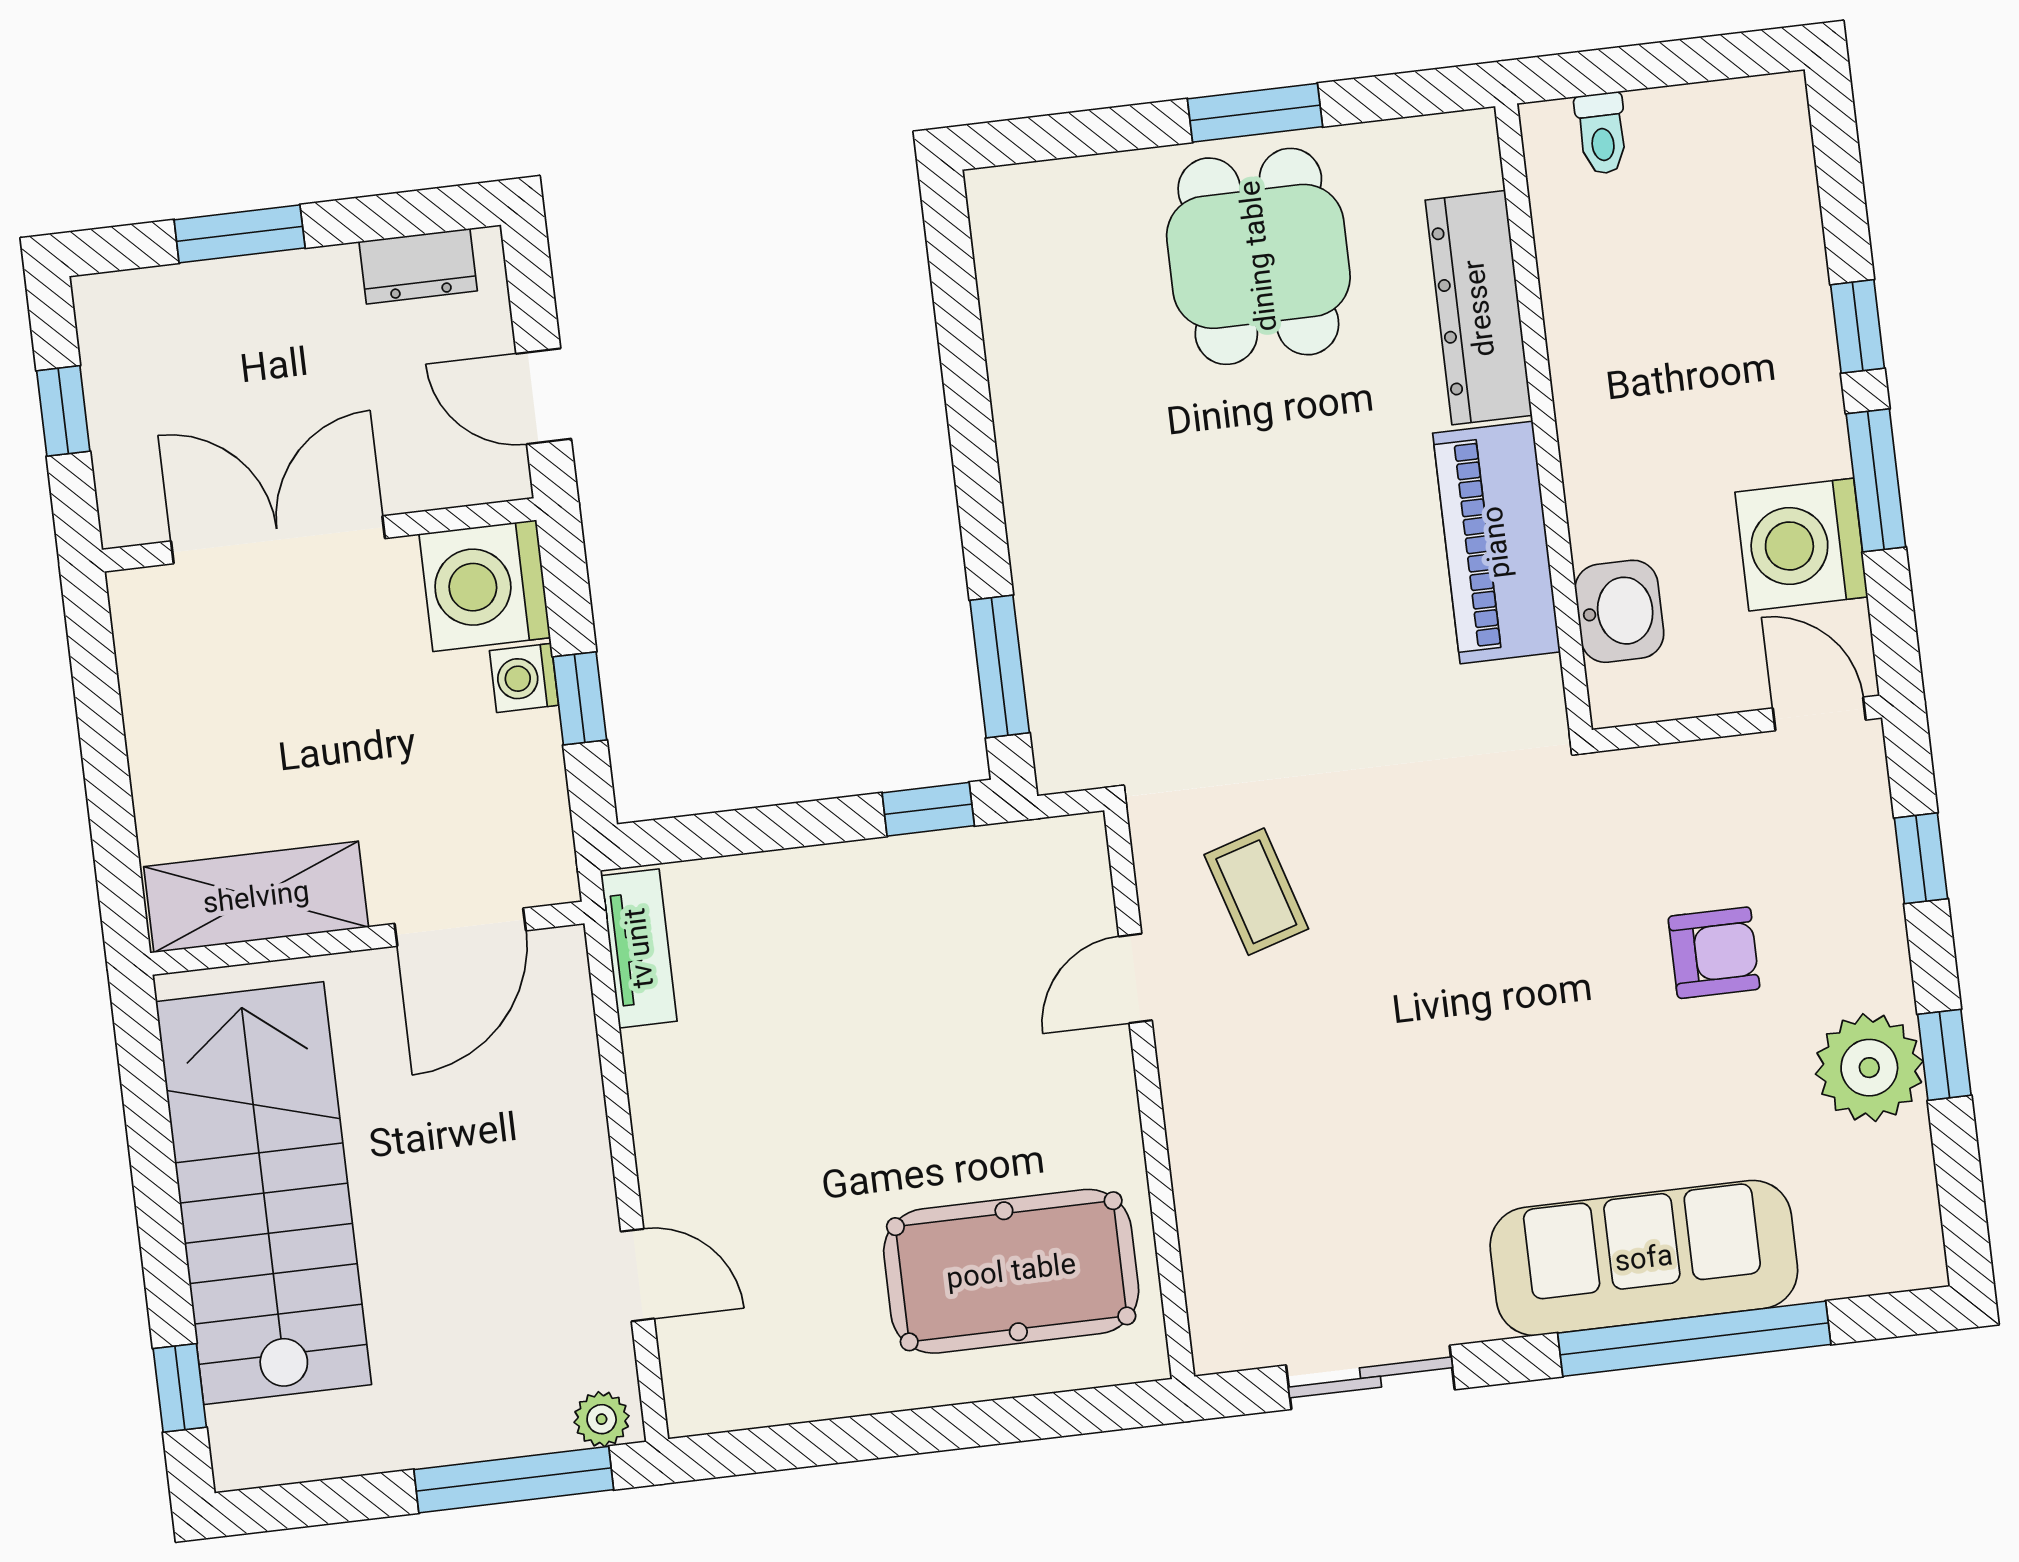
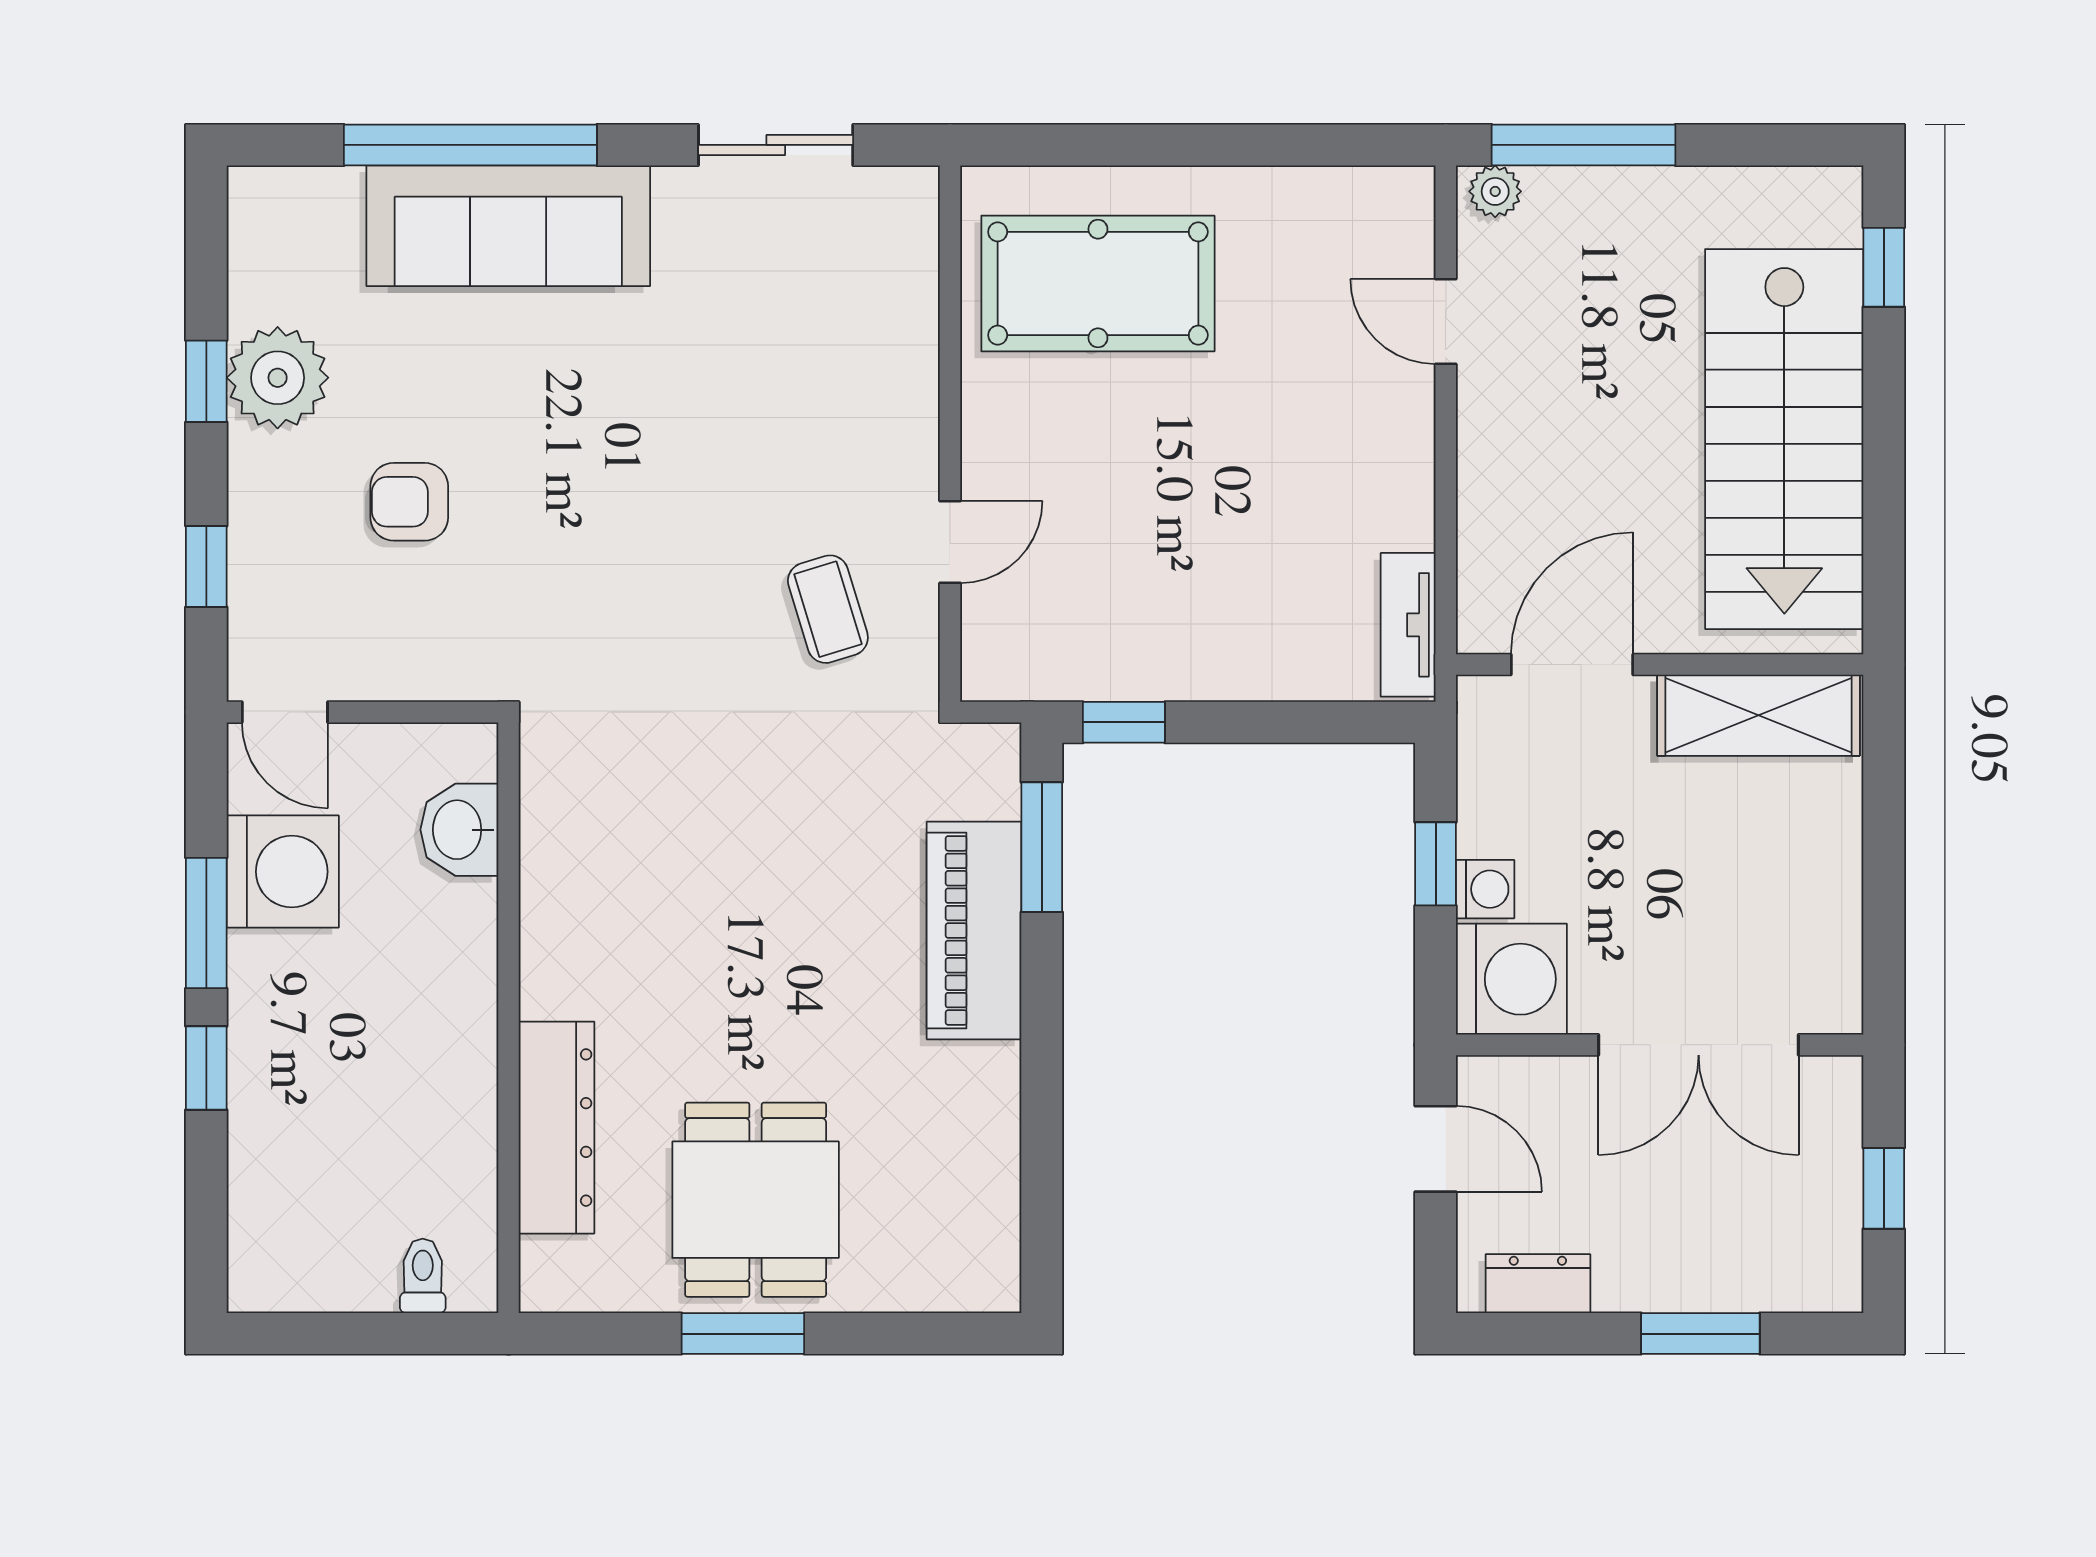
piano: (1496, 542) -> (974, 930), moved, turned 180

